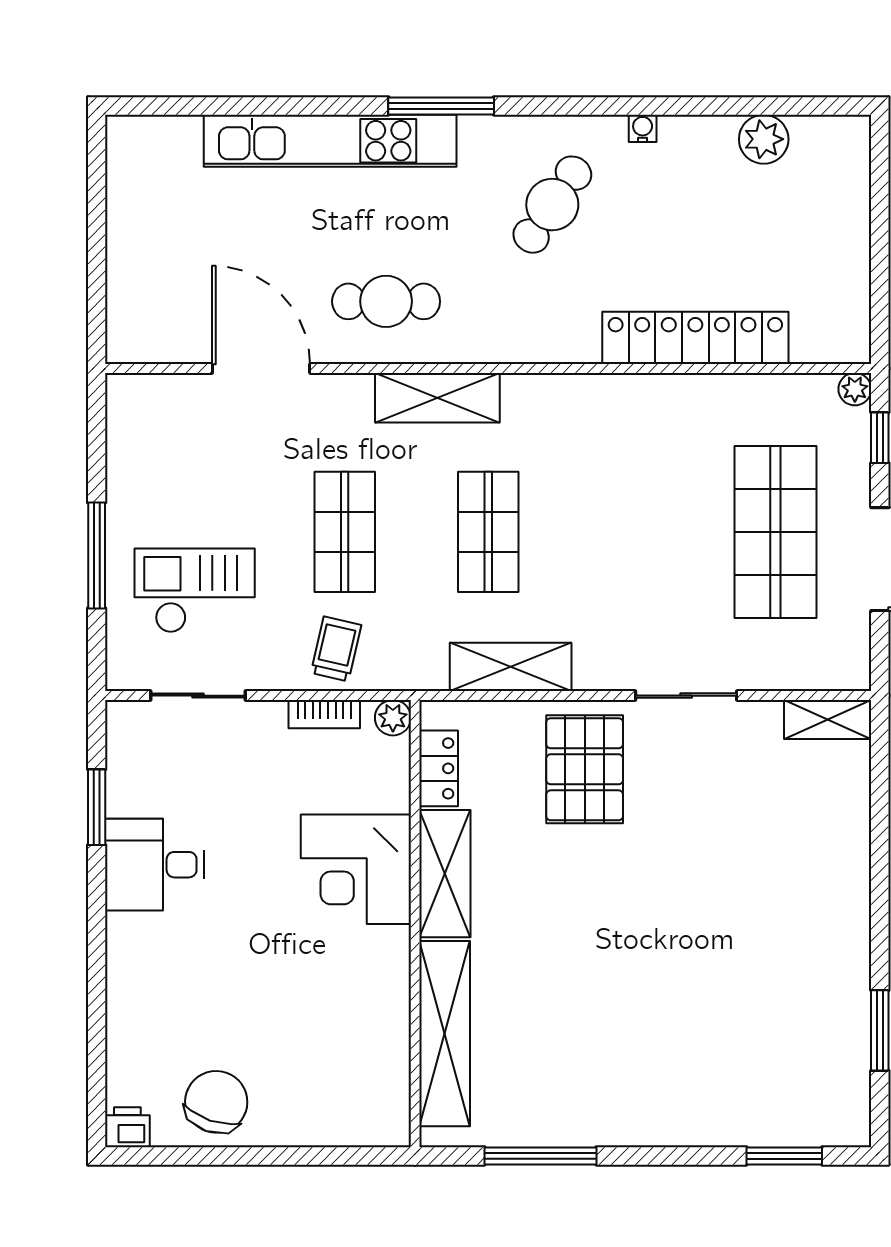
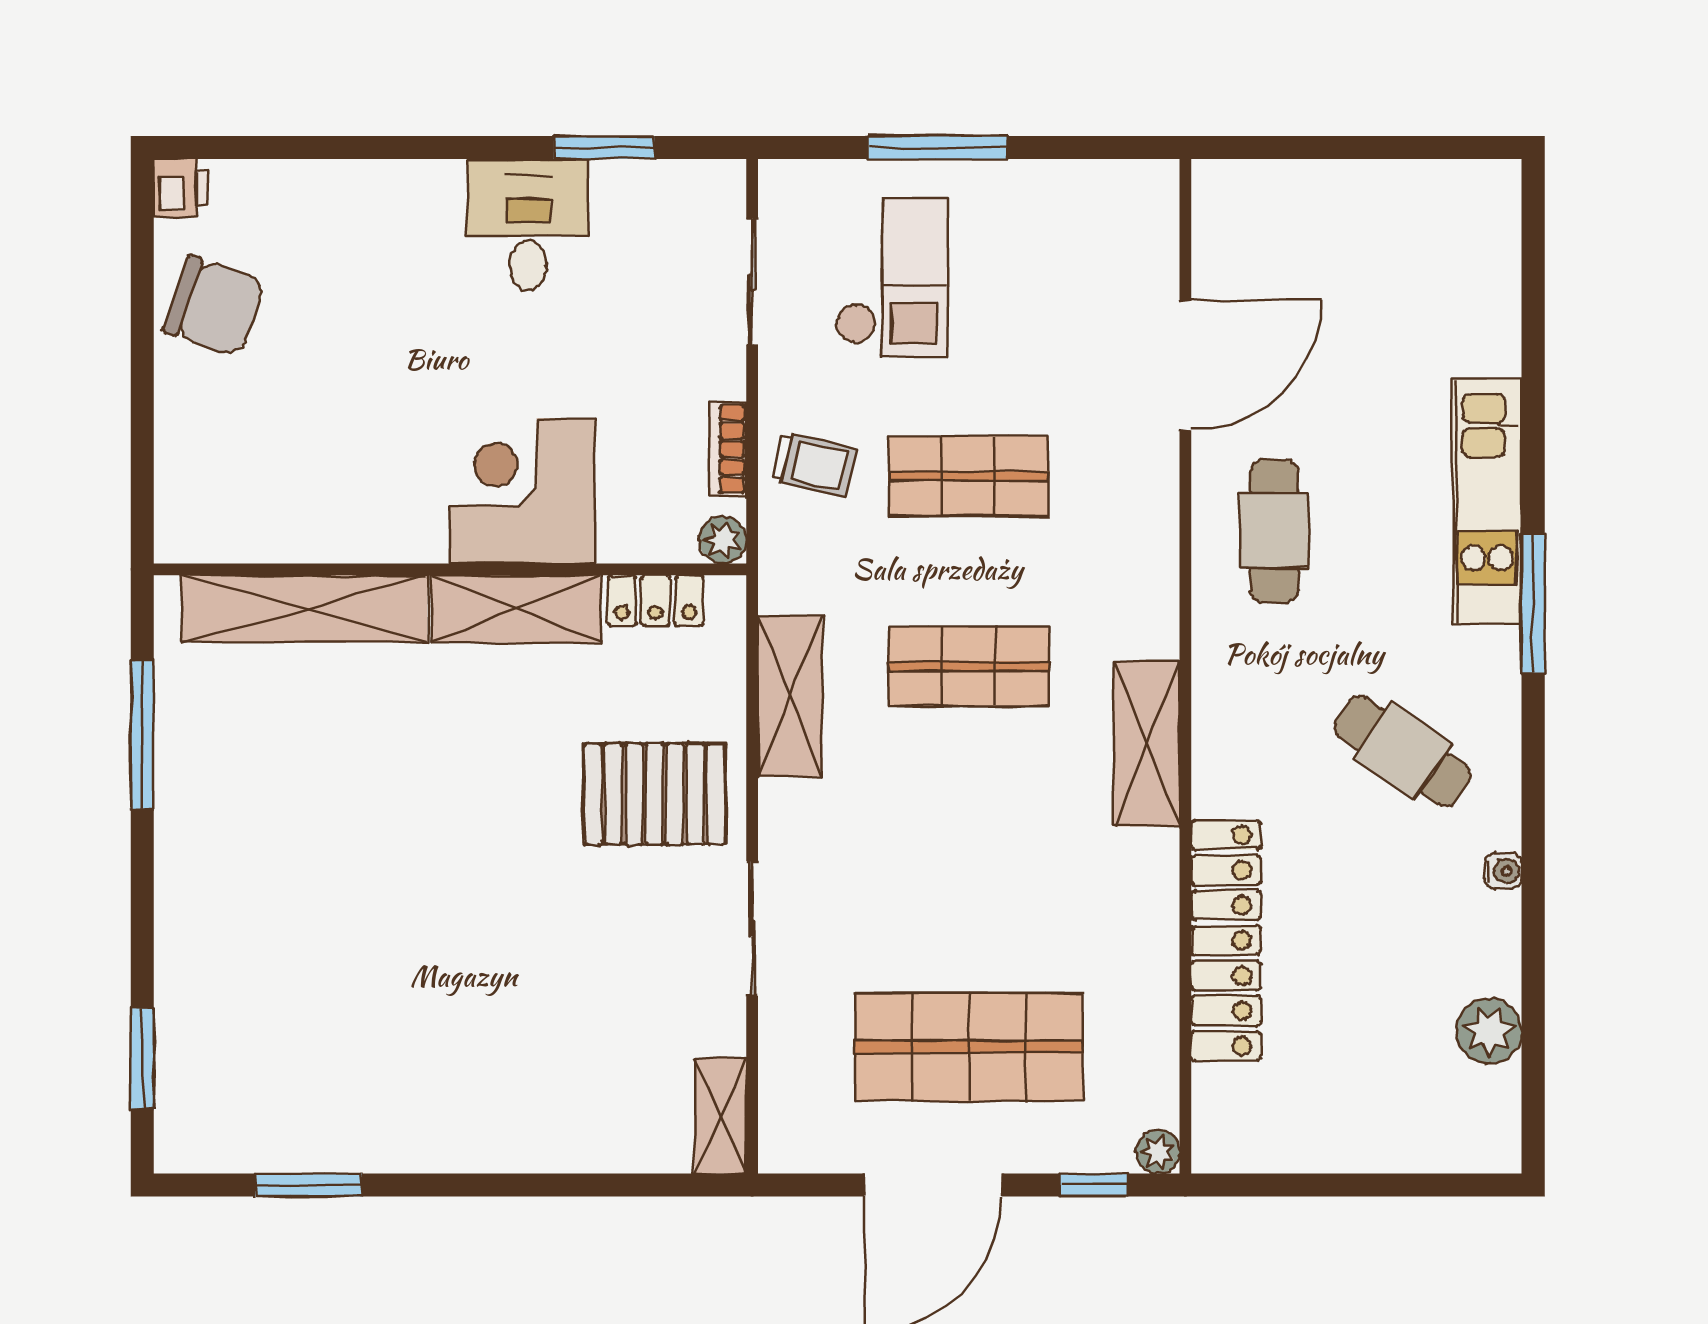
kitchen unit: (330, 141) -> (1487, 501), width x0.73
shelving: (437, 398) -> (1147, 744), moved

